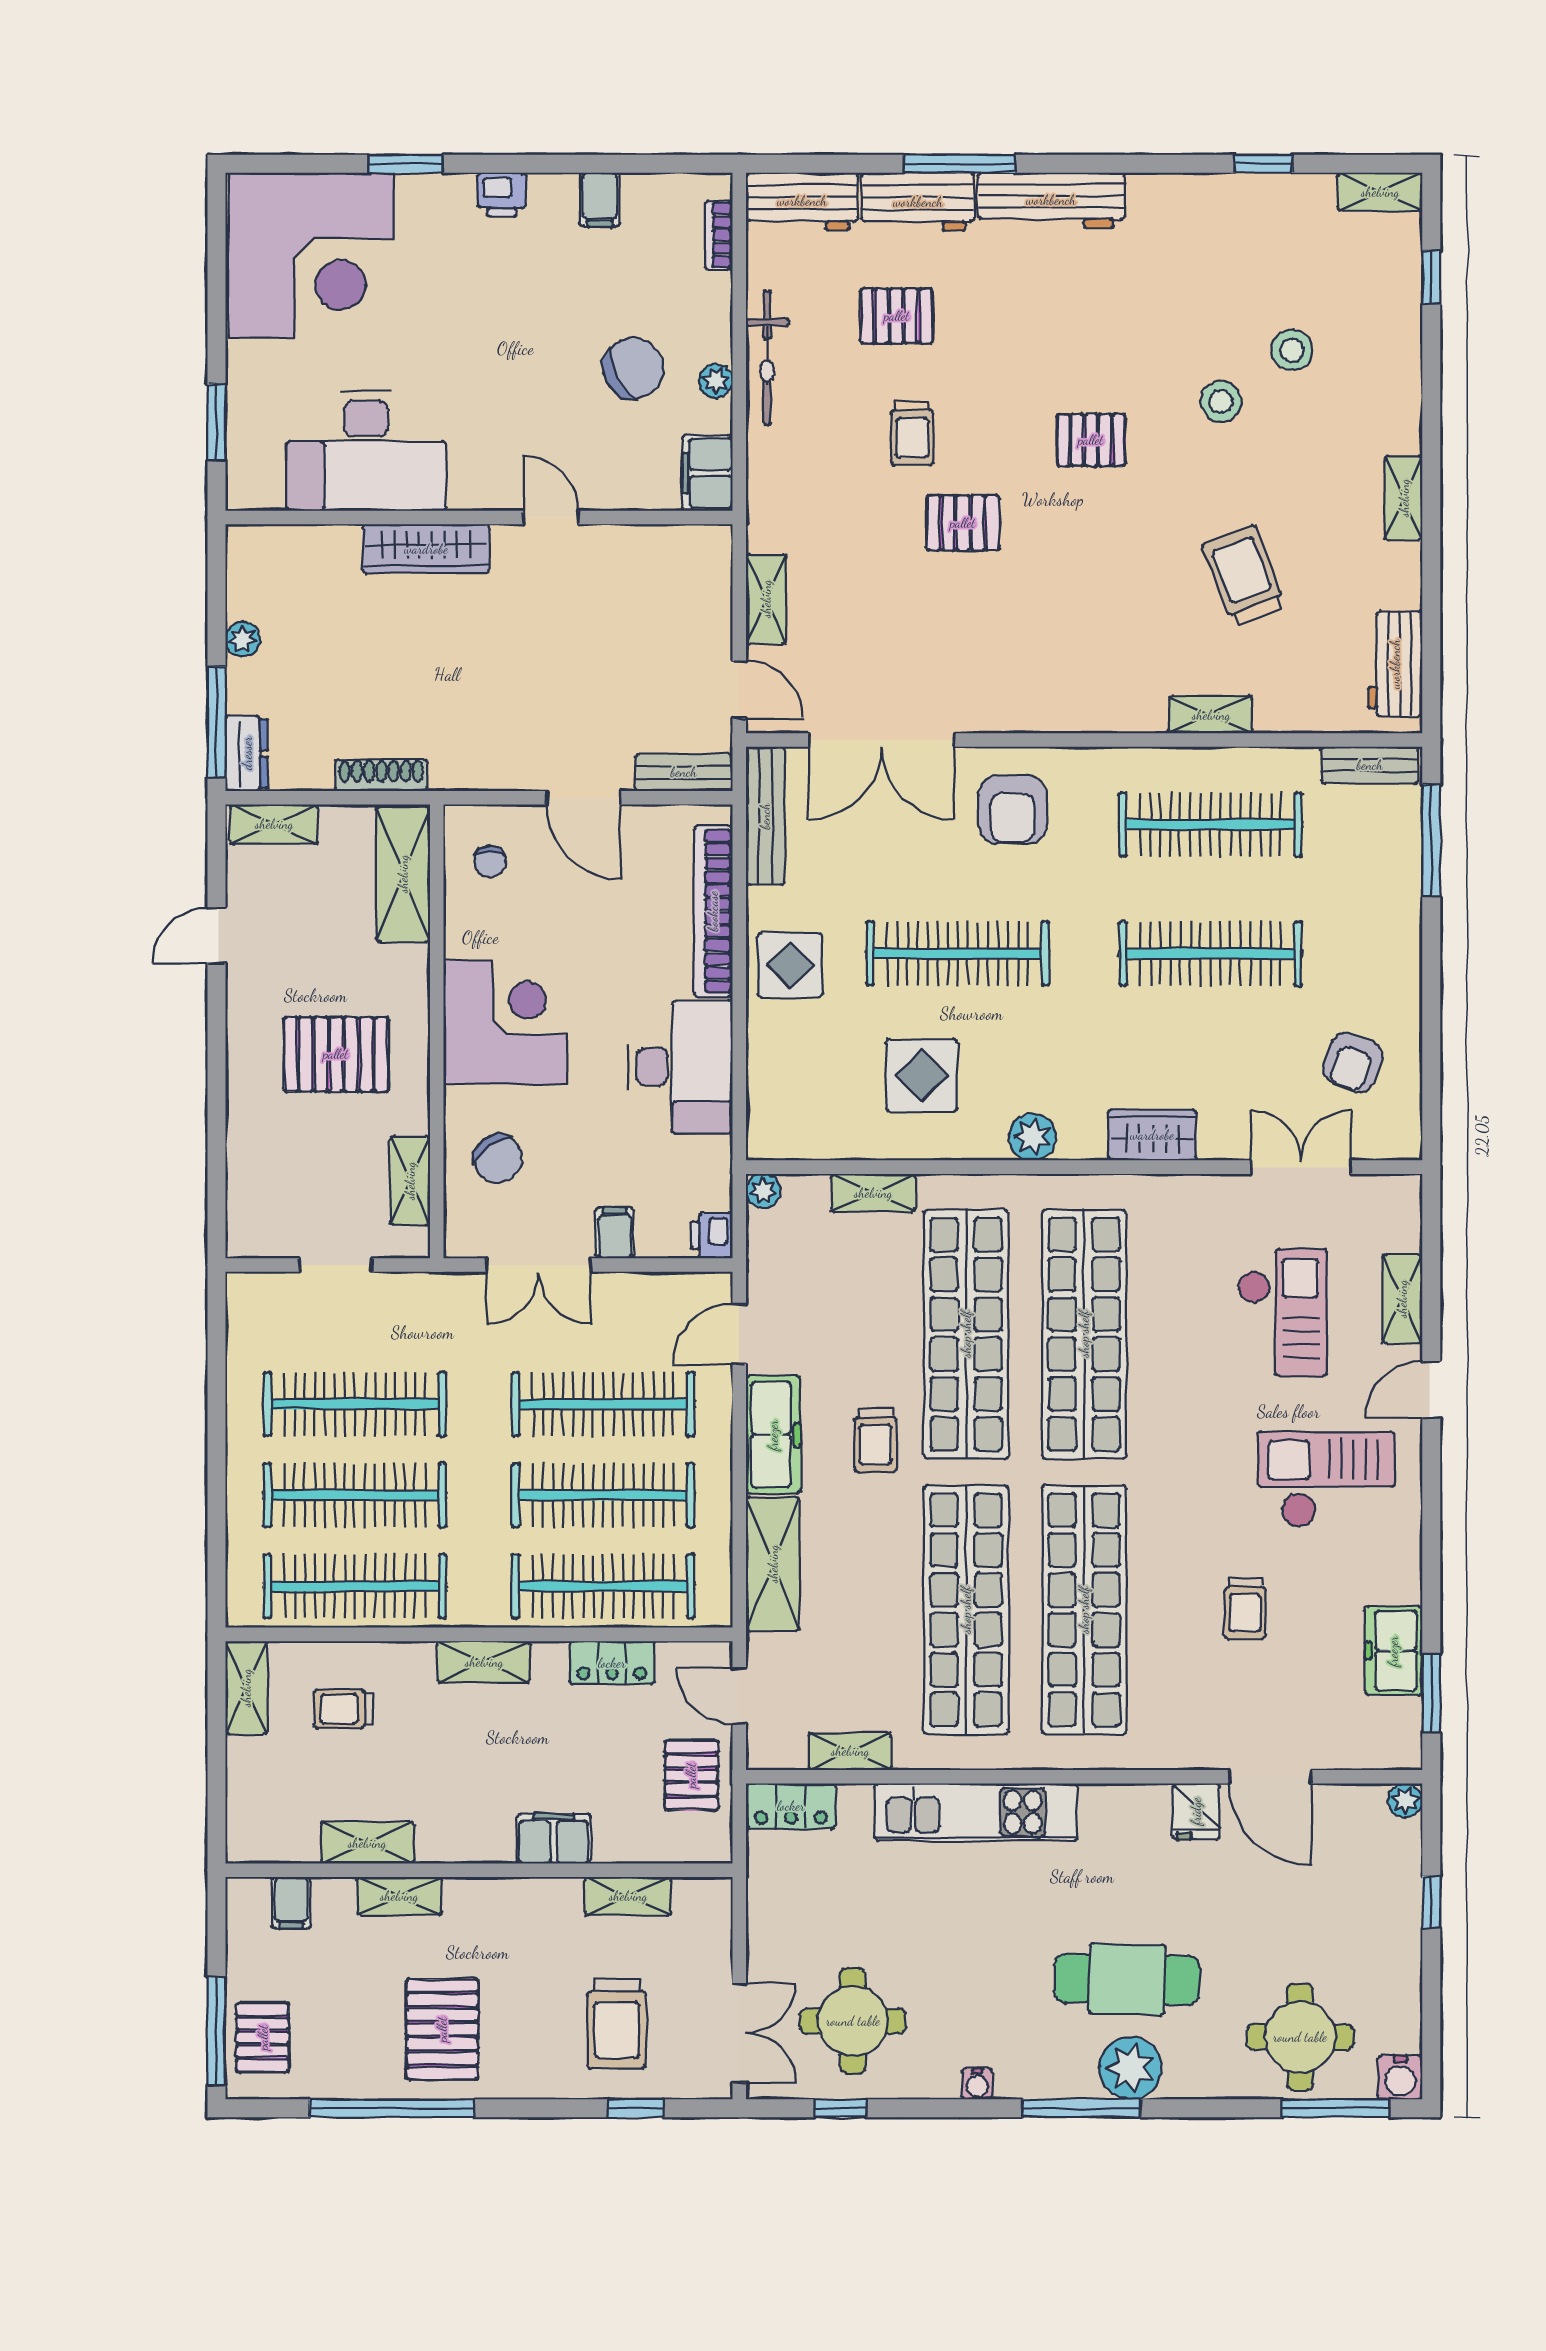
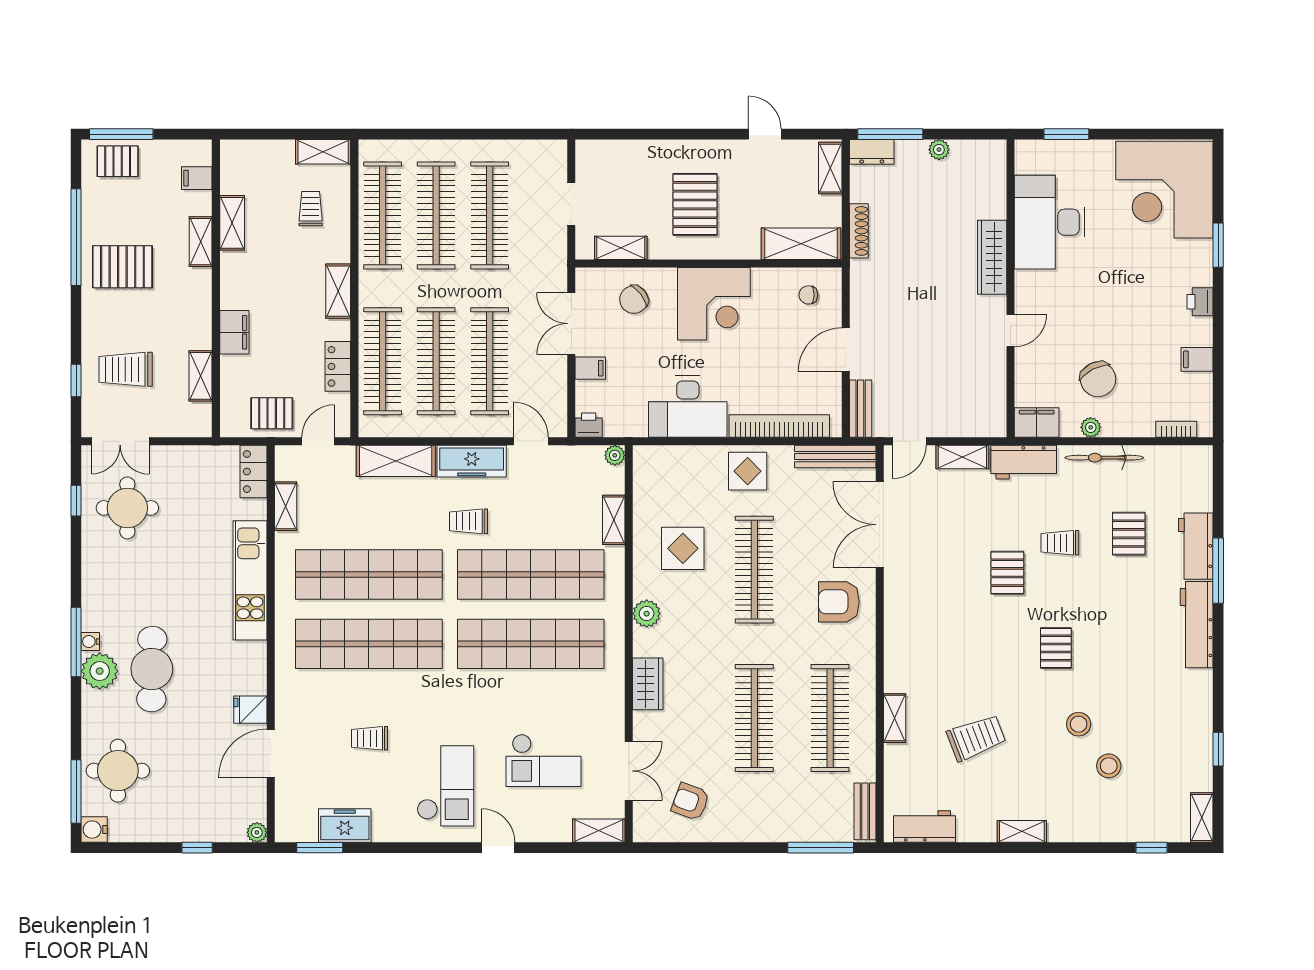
workbench: (802, 201) -> (1024, 462), moved, turned -90
shelving: (1402, 1299) -> (599, 831), moved
water cooler: (977, 2084) -> (90, 641), moved

